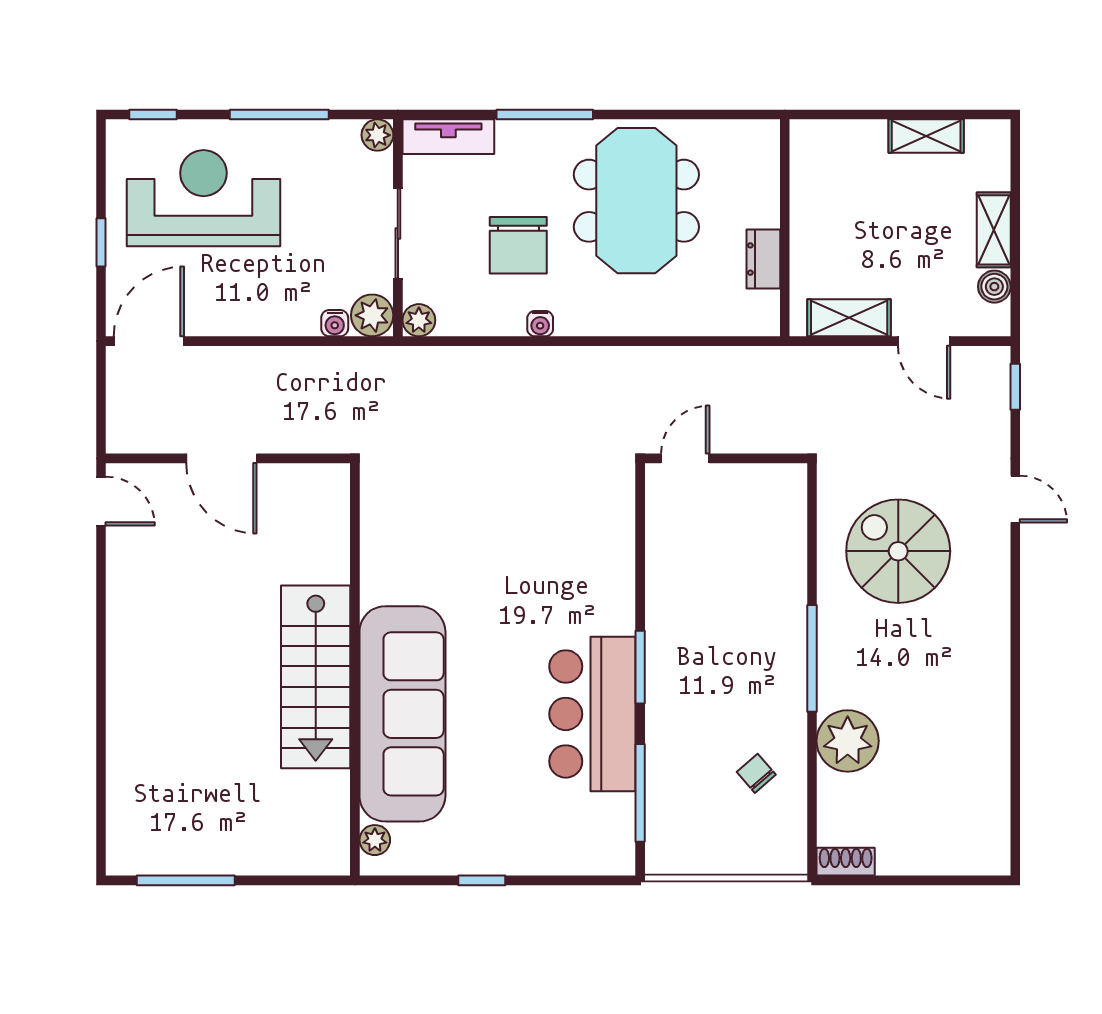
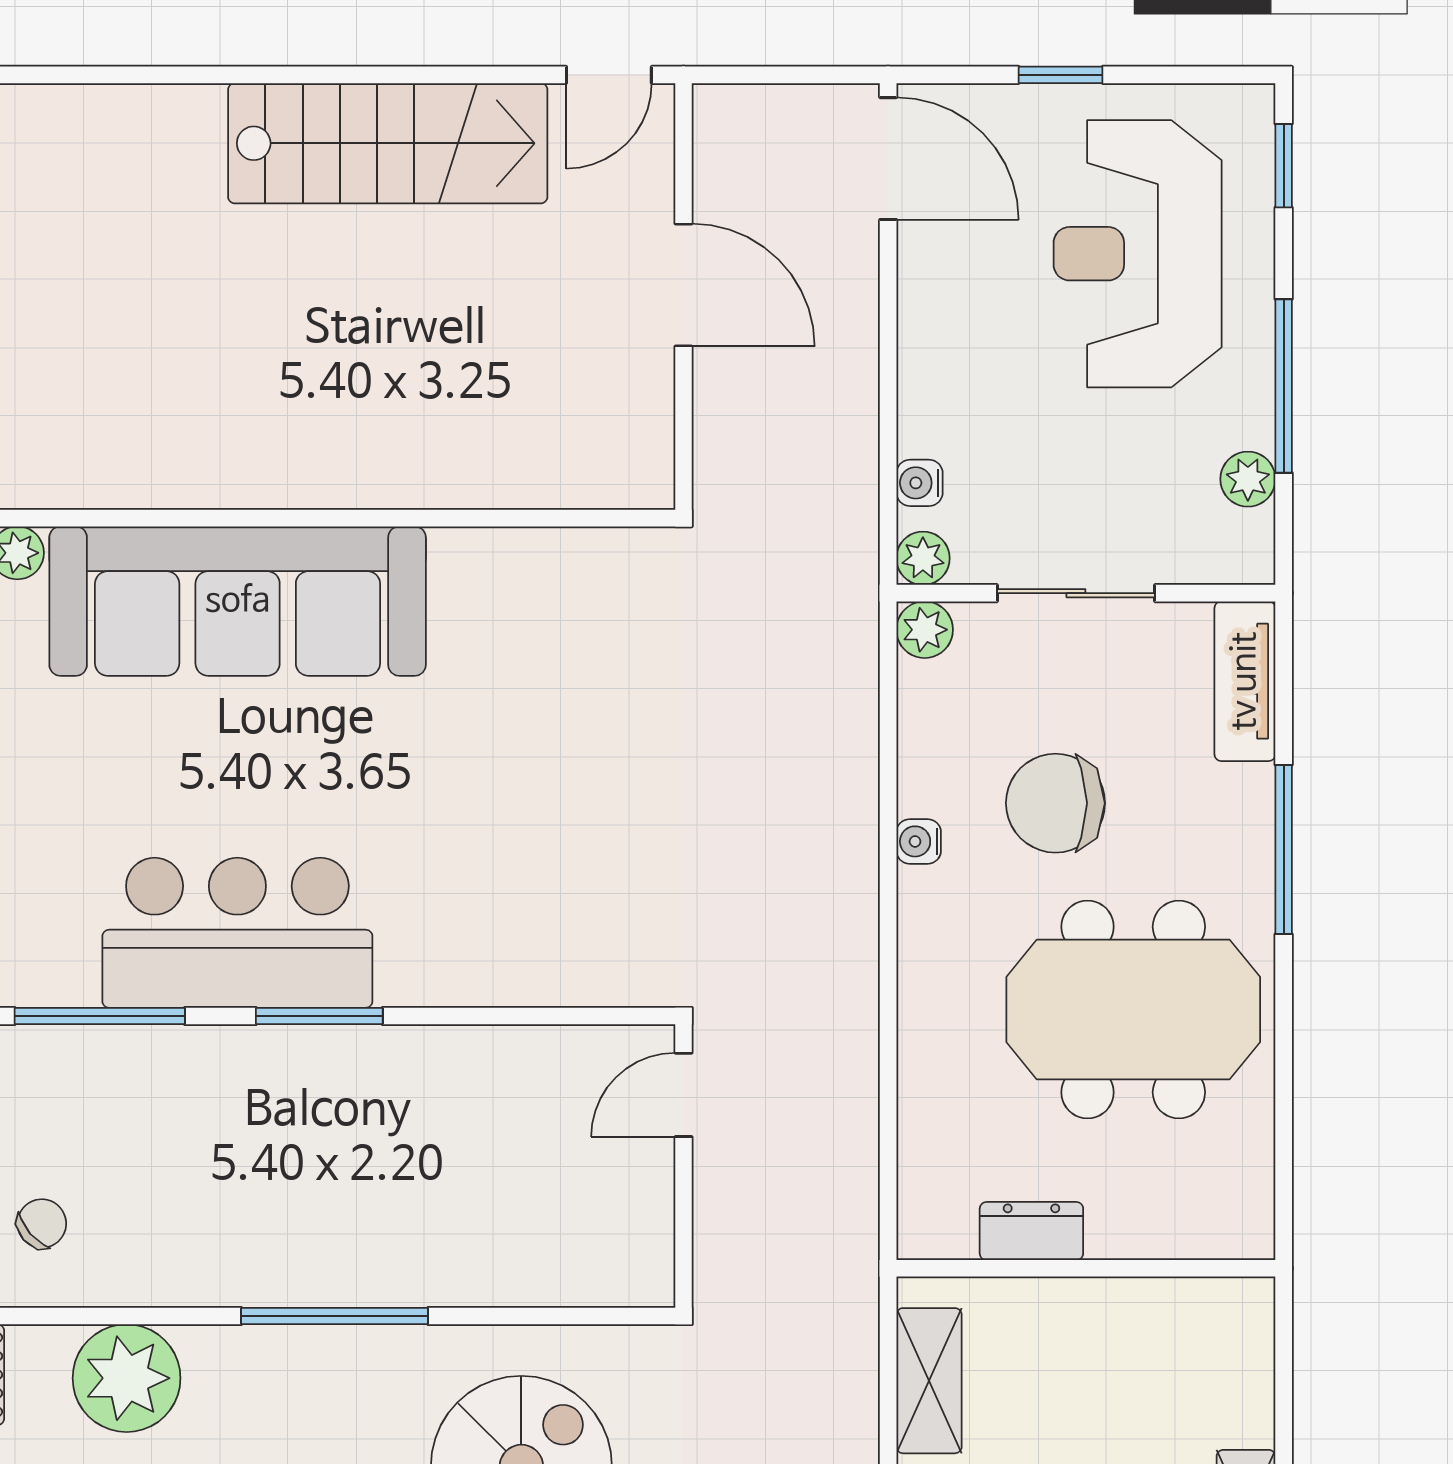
plant: (377, 135) -> (1248, 479), moved
reception desk: (203, 198) -> (1138, 254), turned 180
plant: (372, 315) -> (923, 558), width x0.73, depth x0.73
door: (221, 458) -> (683, 285), swing flipped
door: (685, 458) -> (683, 1095), swing flipped
stairs: (316, 677) -> (388, 143), moved, turned 180
plant: (848, 741) -> (127, 1378), moved
chair: (756, 773) -> (42, 1224), moved

